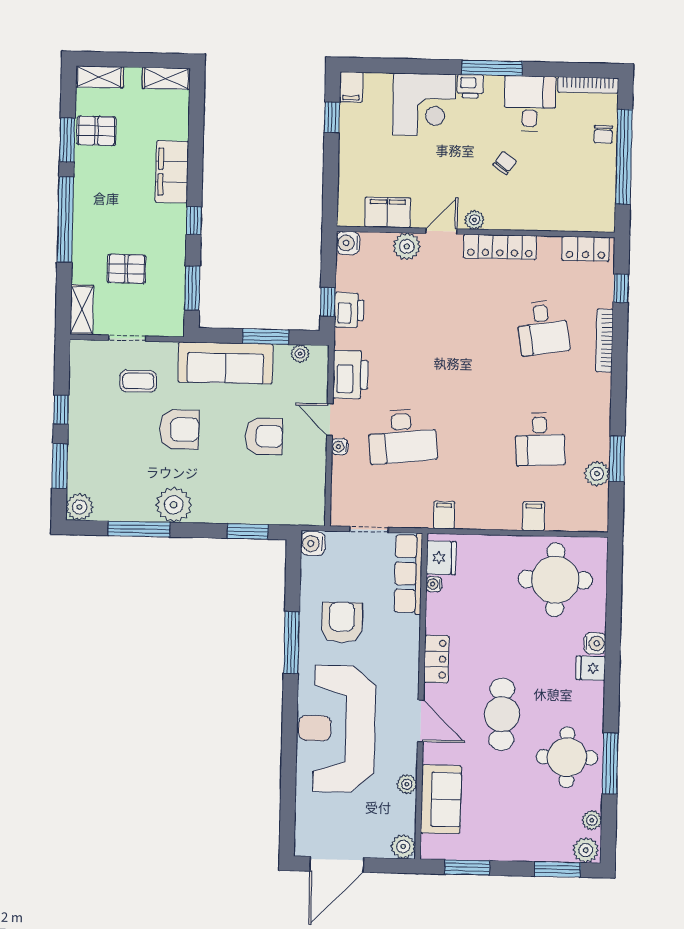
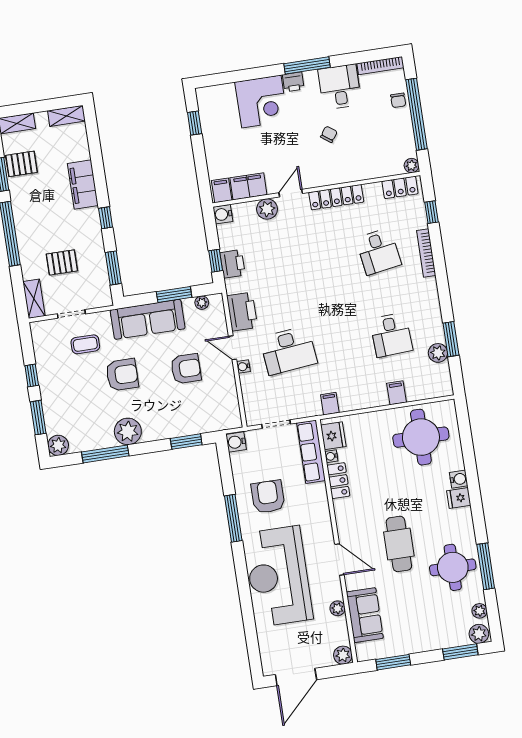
filing cabinet: (351, 87) -> (222, 190), moved, turned 180
plant: (474, 220) -> (412, 166), moved
locker: (436, 659) -> (338, 481), moved

